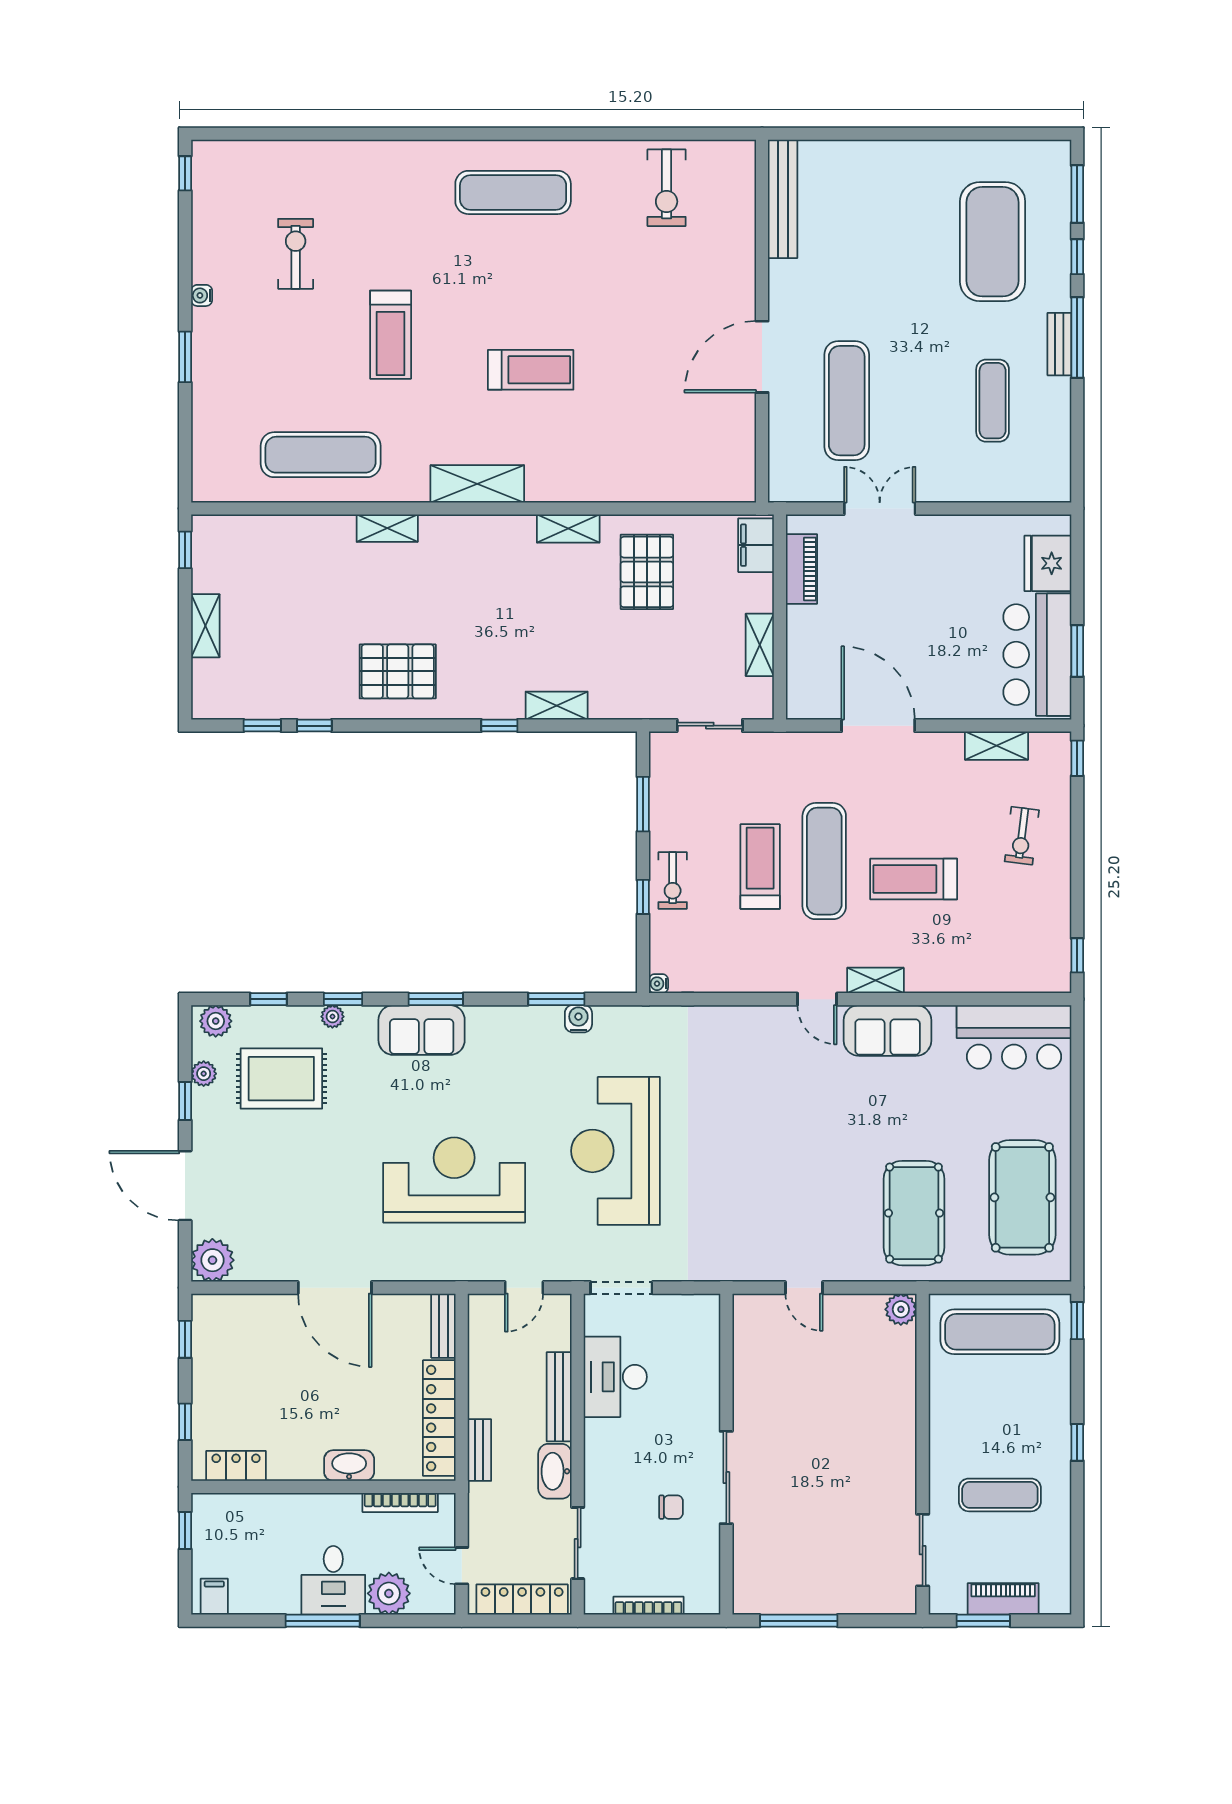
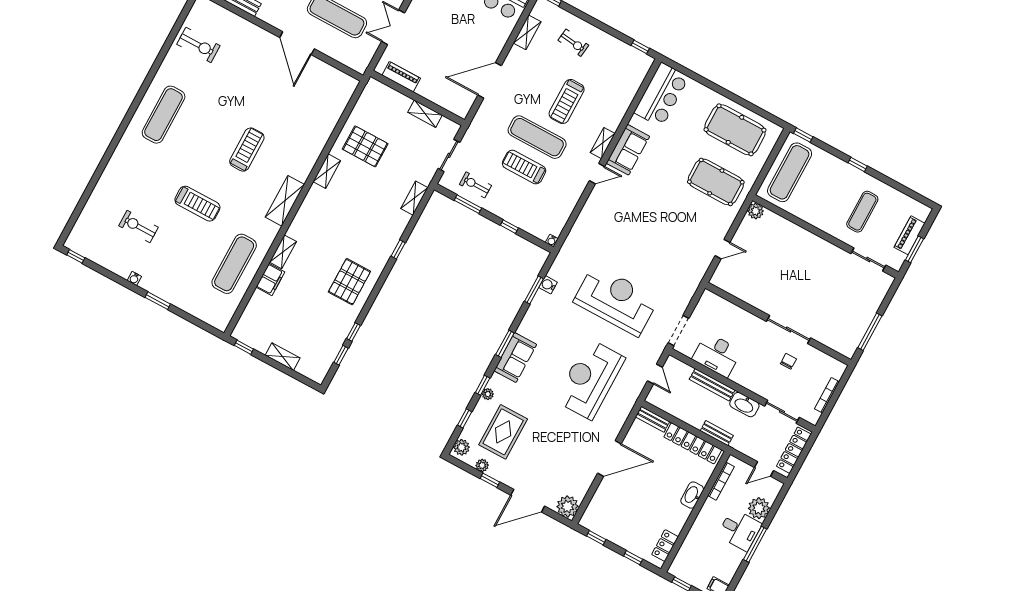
filing cabinet: (756, 545) -> (270, 280), moved, turned -90
shelving: (557, 706) -> (414, 198), moved
exercise bike: (673, 880) -> (475, 185), moved, turned 180
reception desk: (615, 1151) -> (616, 300), turned 180

